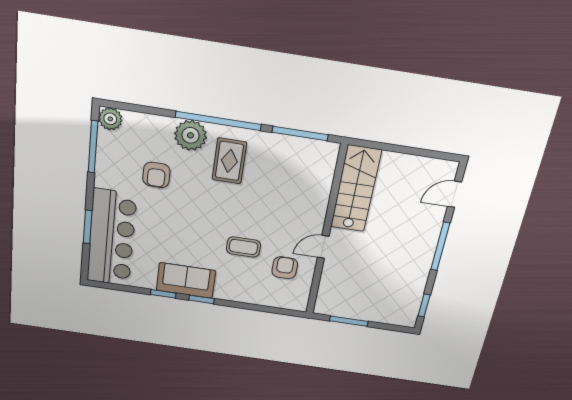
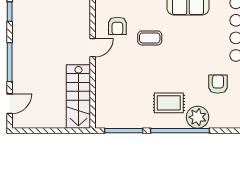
rug: (229, 161) -> (169, 103), turned 90

